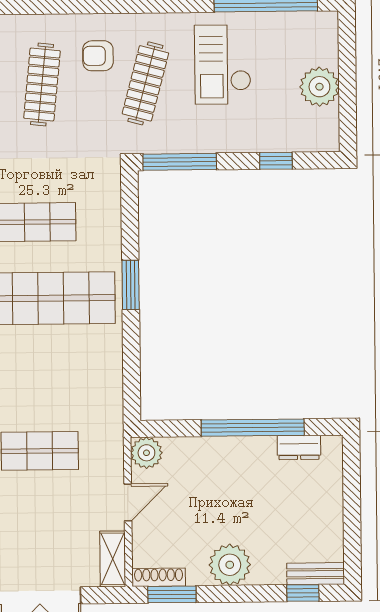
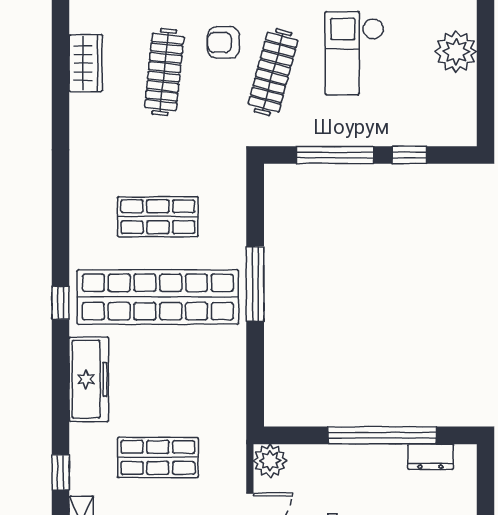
plant: (319, 87) -> (456, 52), moved
window: (180, 162) -> (335, 155), moved
window: (131, 285) -> (255, 284), width x1.44

